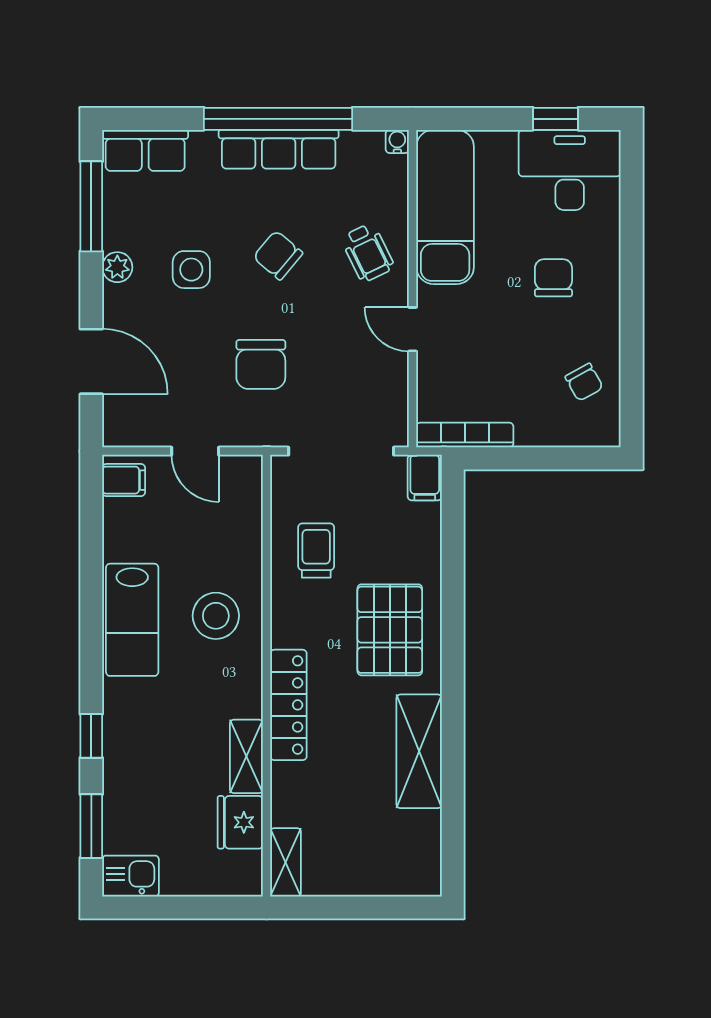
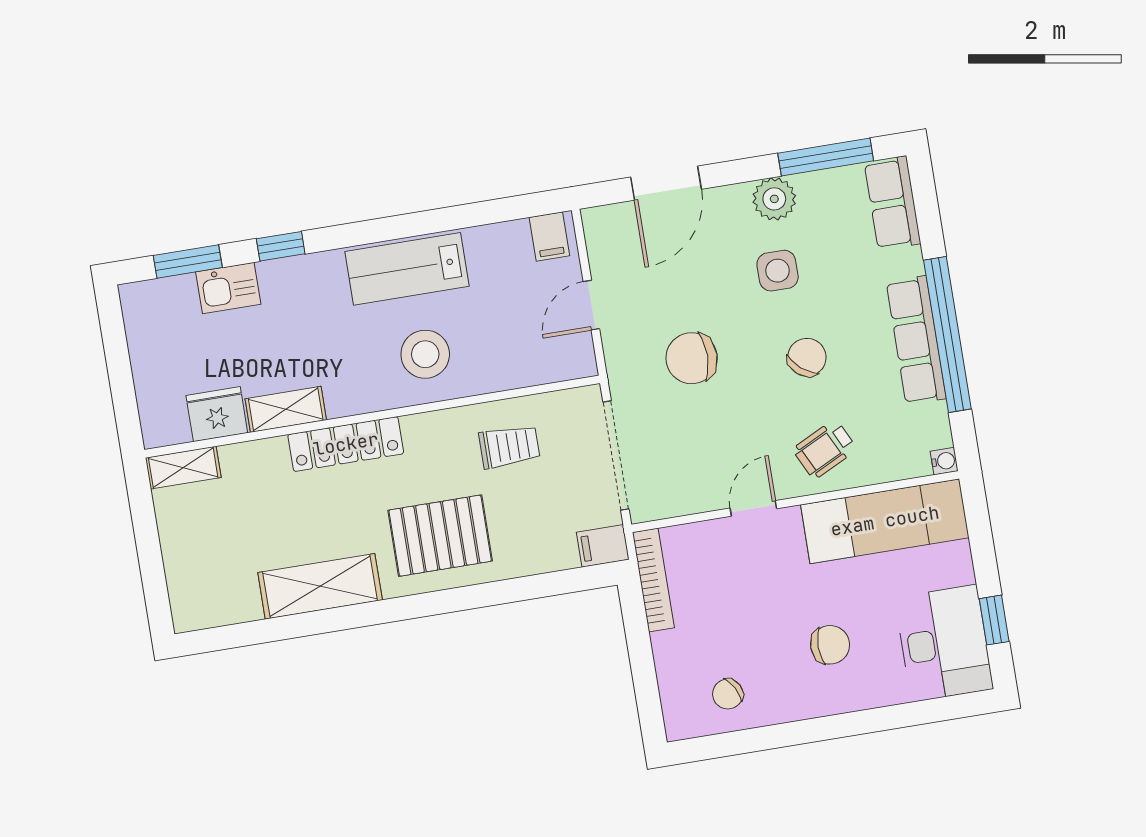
plant: (117, 267) -> (774, 199), width x1.38, depth x1.38
kitchen sink: (131, 876) -> (228, 288), moved, turned 90

